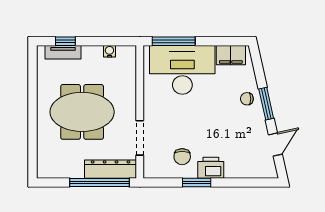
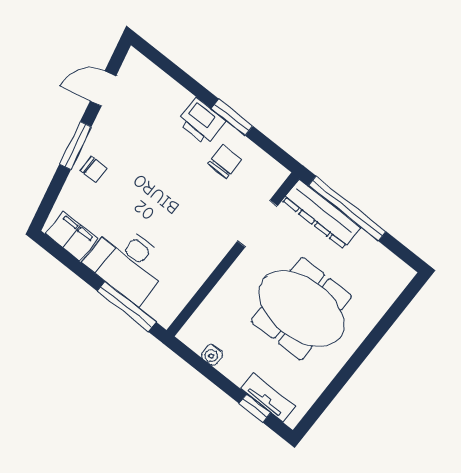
desk: (182, 70) -> (127, 263), width x0.73, depth x0.77

